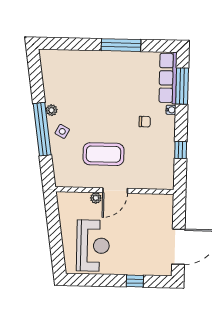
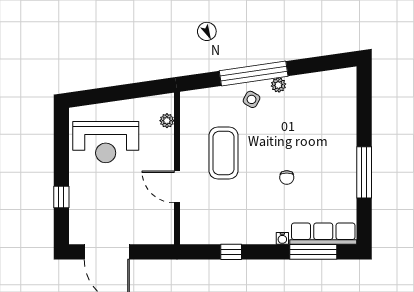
chair: (145, 122) -> (287, 177), moved
door: (115, 191) -> (177, 187), moved
plant: (96, 198) -> (167, 121), moved

